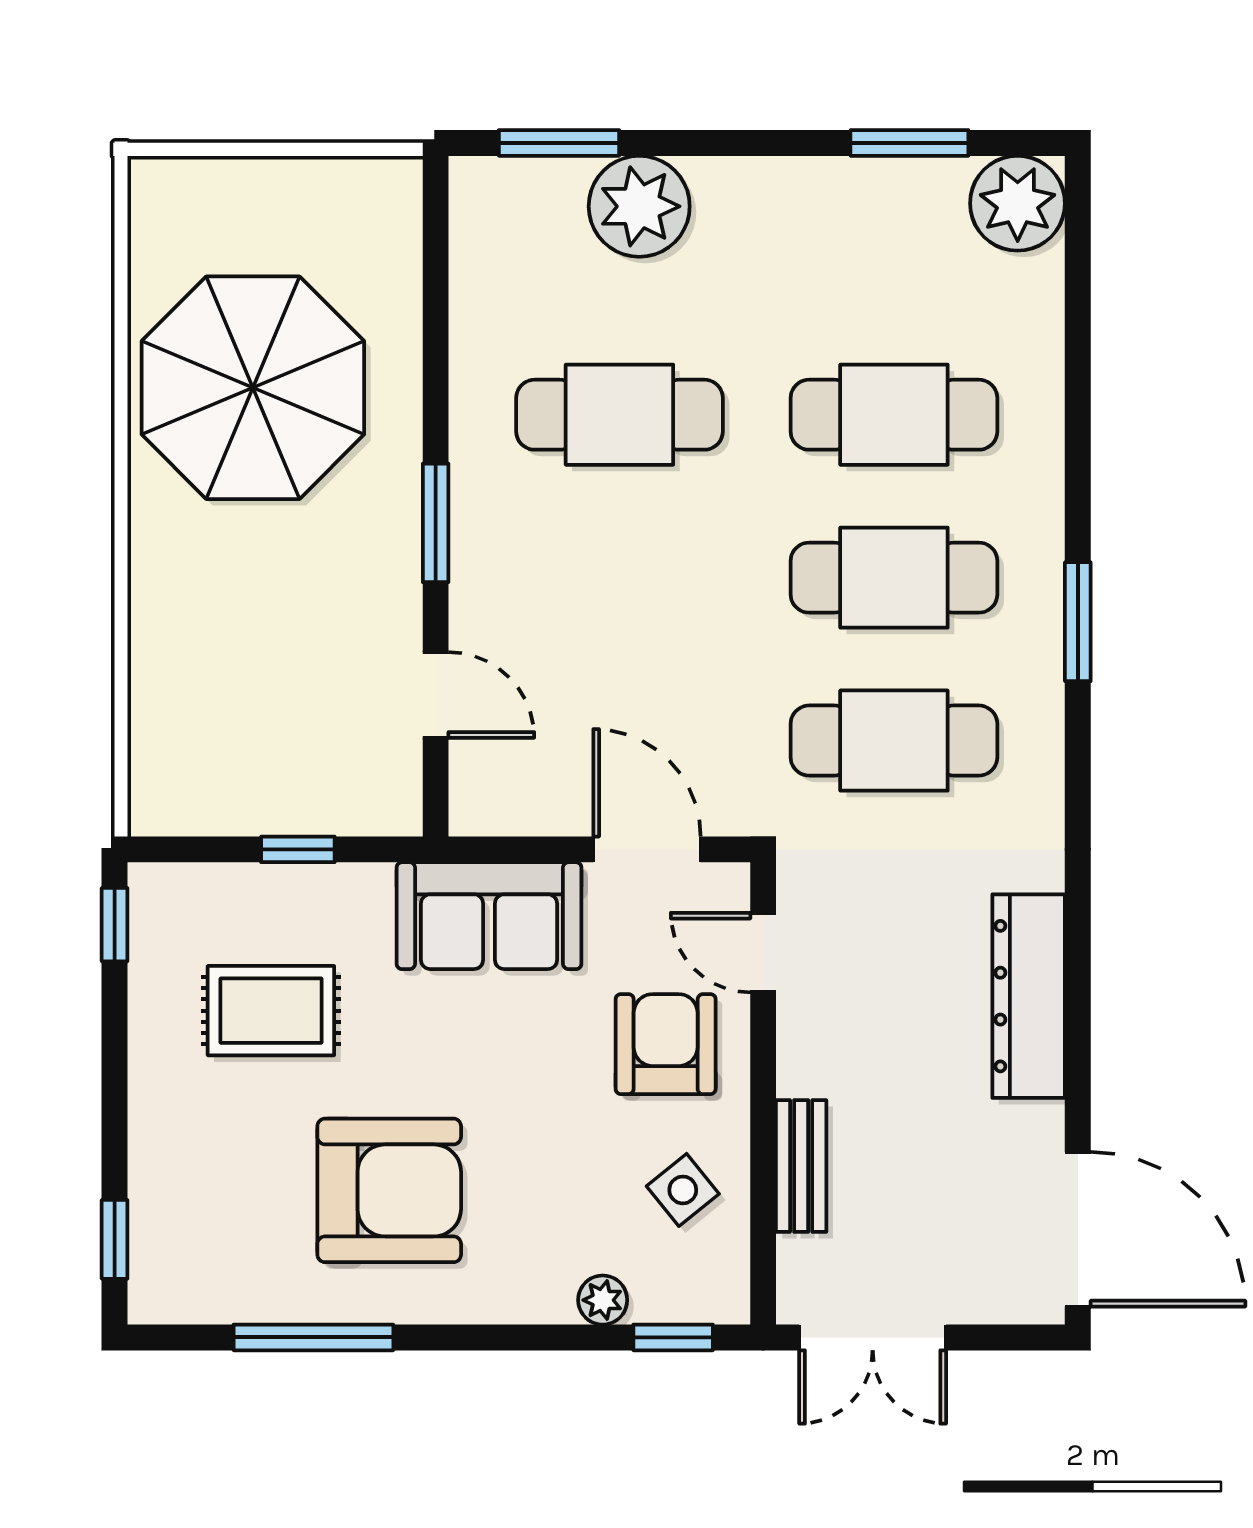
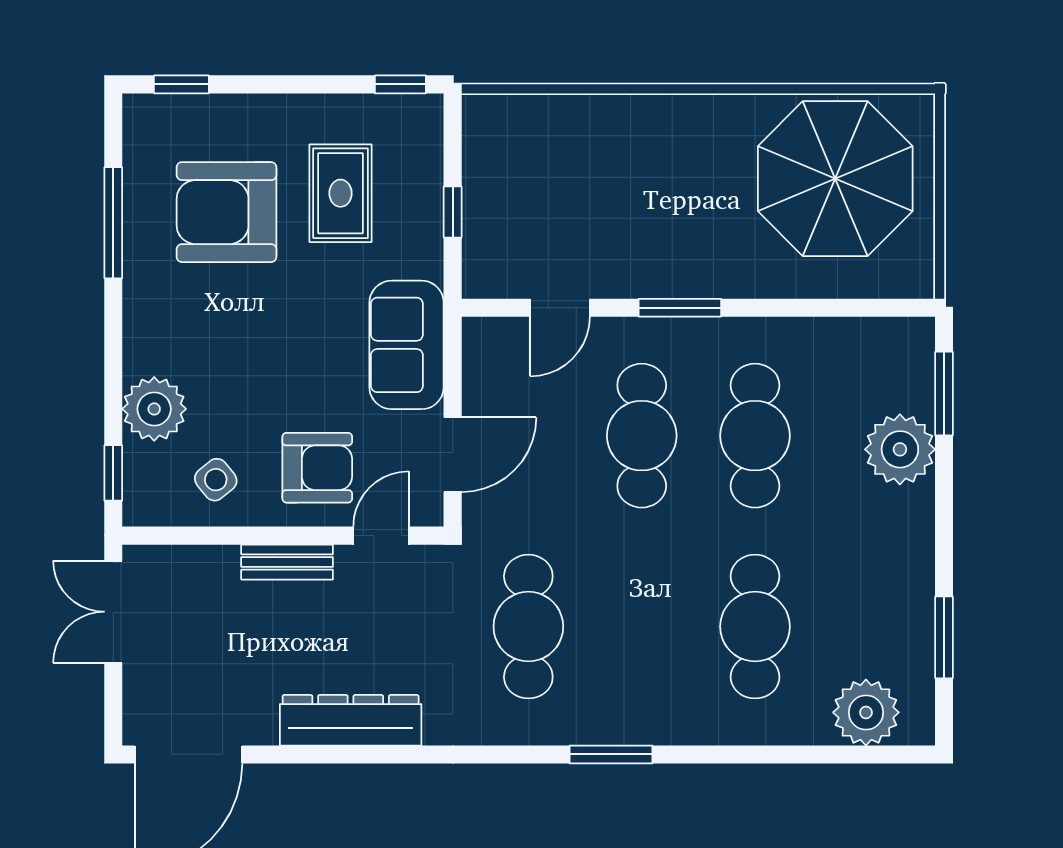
plant: (1018, 203) -> (866, 712), moved
parasol: (253, 388) -> (835, 179), moved
cafe table: (894, 578) -> (642, 436), moved
bench: (801, 1166) -> (287, 562), moved
armchair: (389, 1190) -> (227, 212), moved, turned 90
plant: (603, 1300) -> (154, 409), width x1.88, depth x1.88

